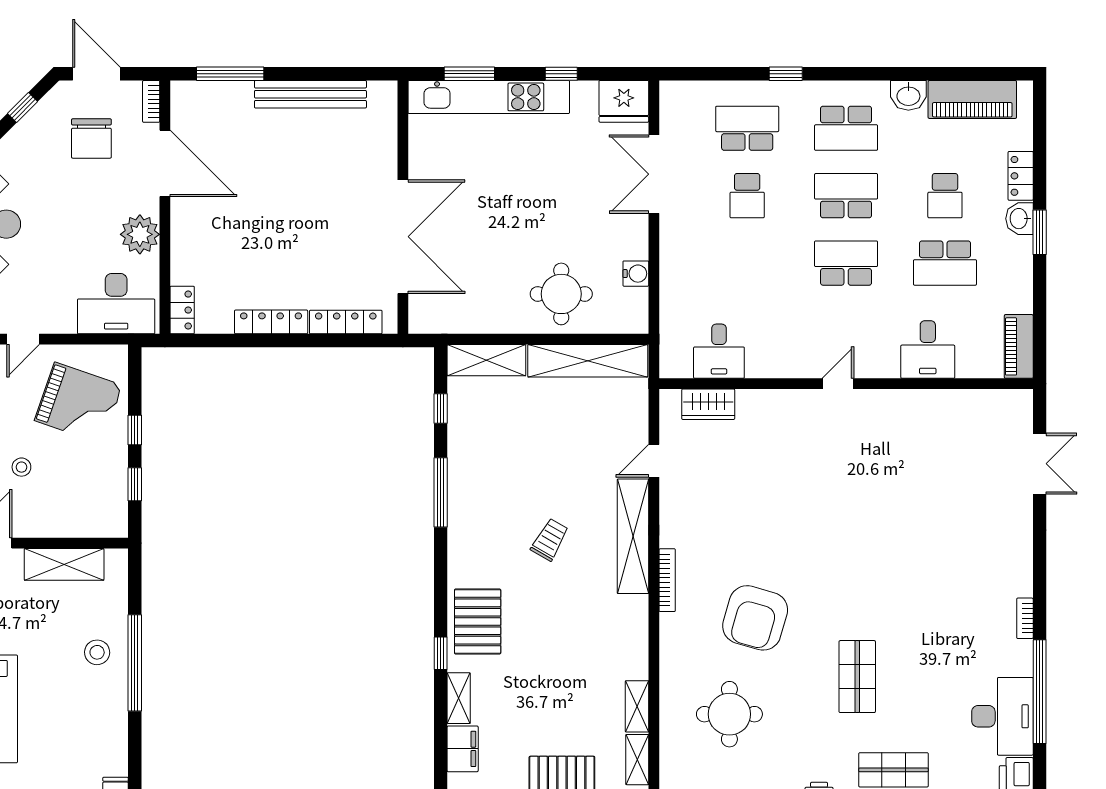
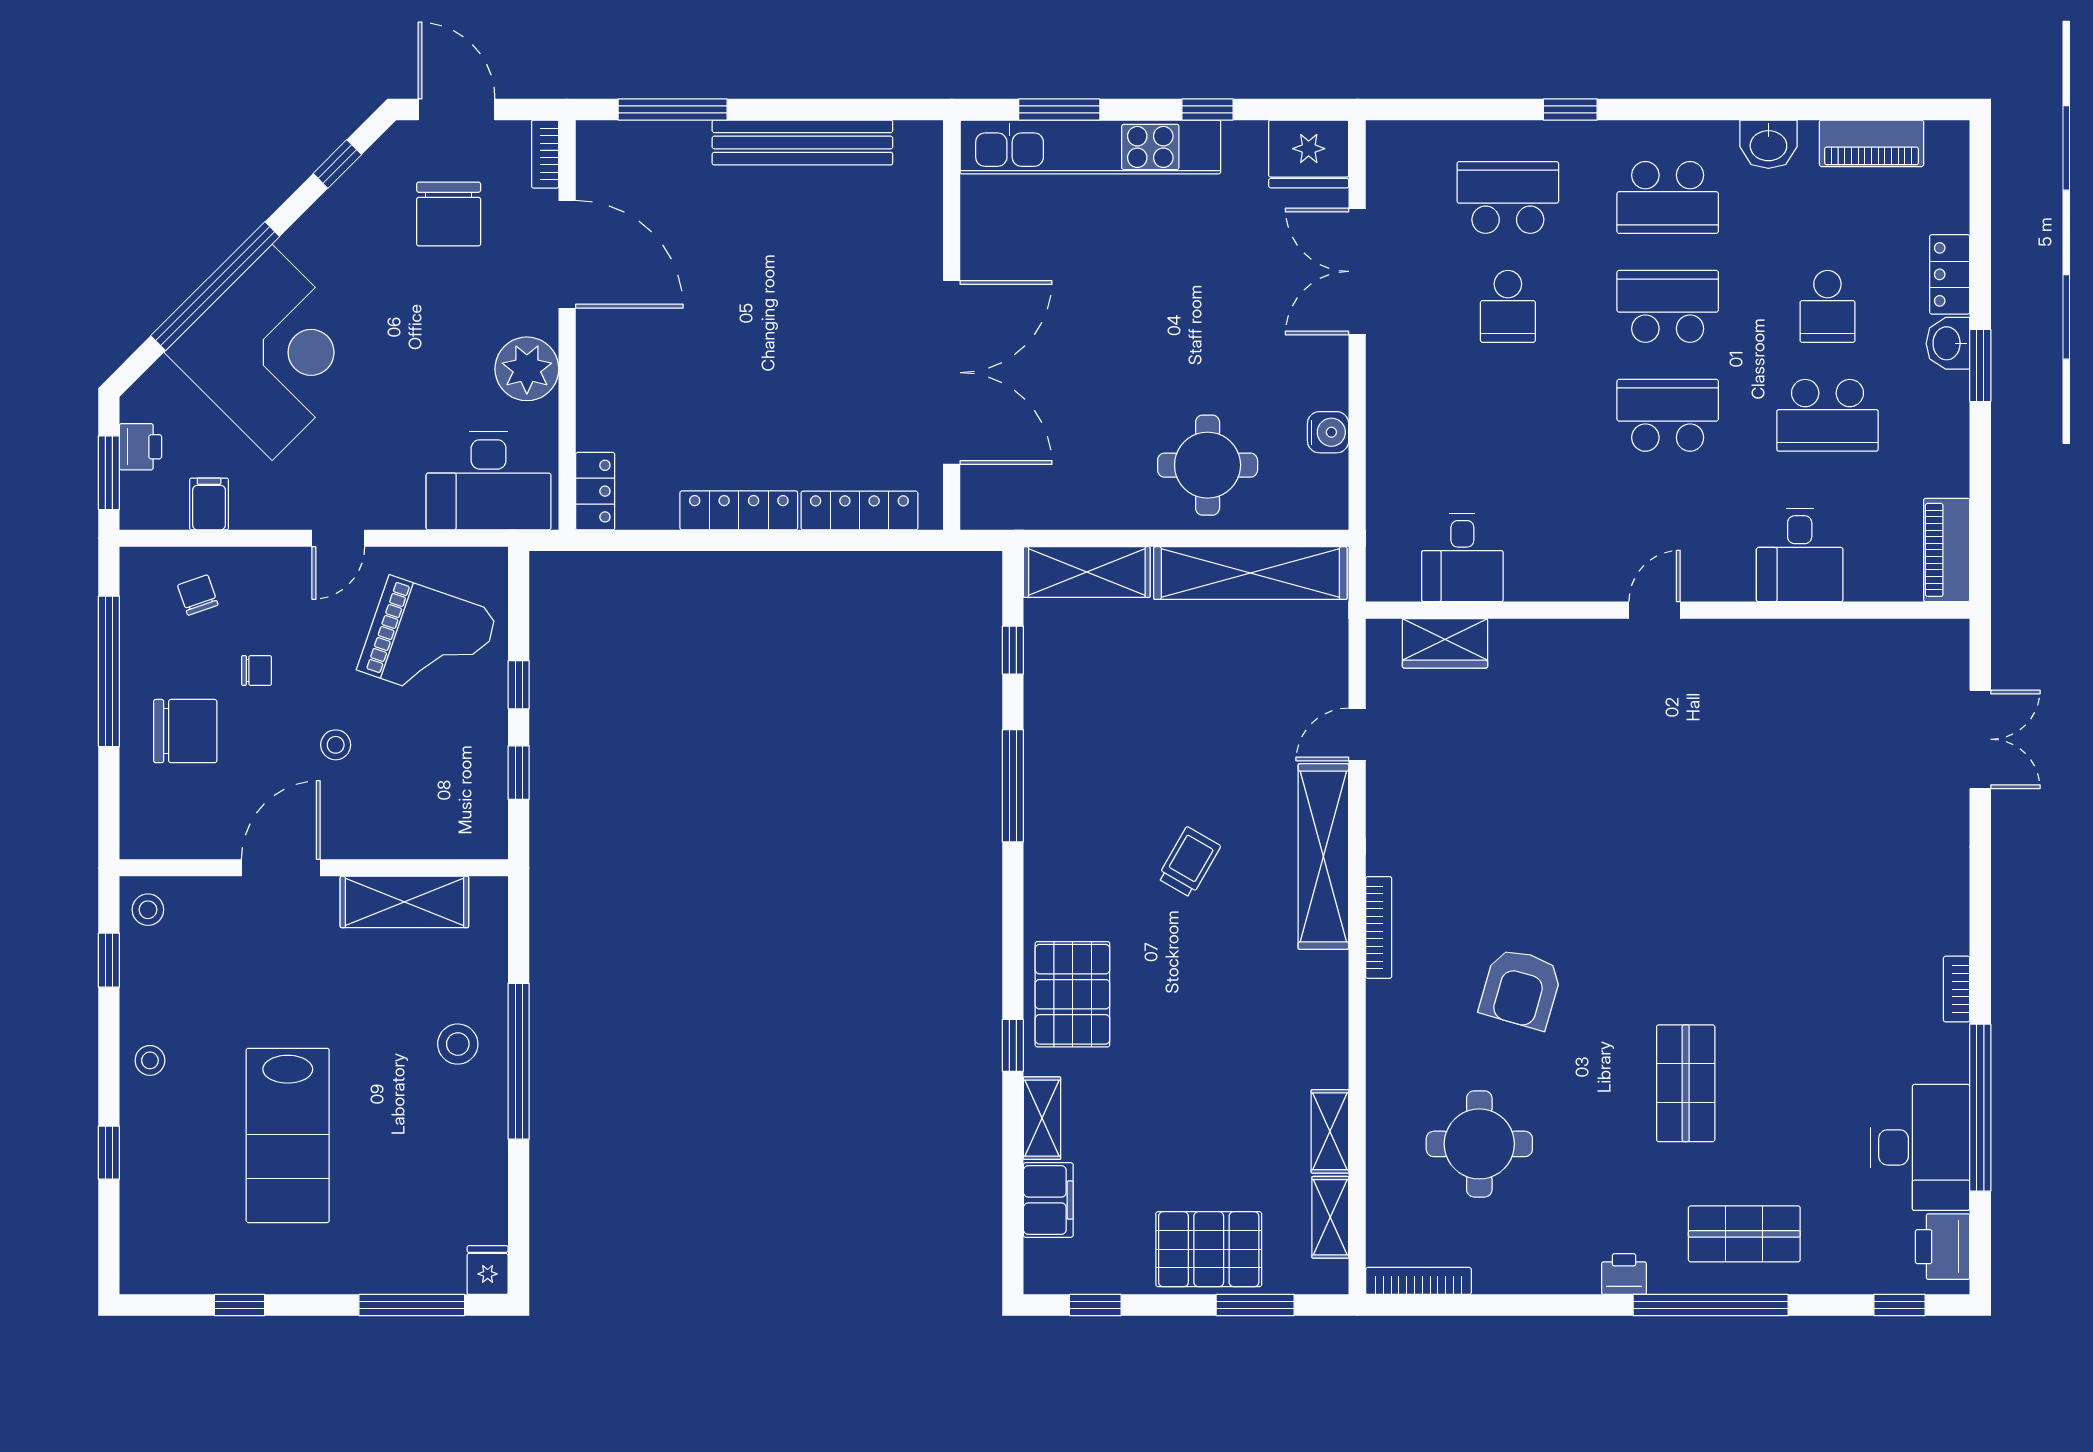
piano: (972, 99) -> (1872, 143), width x0.73, depth x0.75
armchair: (755, 618) -> (1521, 988), width x0.73, depth x0.73

